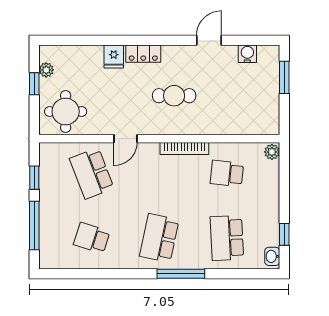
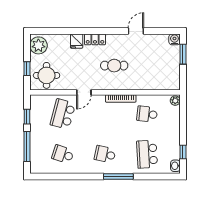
water cooler: (247, 54) -> (174, 39), moved
plant: (46, 70) -> (38, 45), width x1.88, depth x1.88
window: (34, 84) -> (27, 69), moved
school desk: (92, 173) -> (63, 114), turned 36
school desk: (159, 238) -> (105, 154), width x0.54

